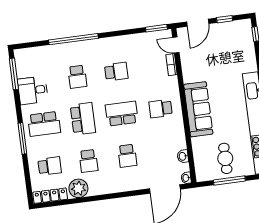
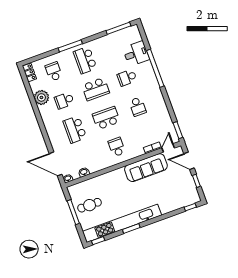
desk: (33, 90) -> (136, 54), moved, turned 90
sofa: (198, 109) -> (146, 168), moved
school desk: (122, 114) -> (106, 118), turned -90
school desk: (127, 156) -> (75, 129), width x1.85
school desk: (50, 166) -> (54, 72), turned 180
locker: (50, 196) -> (29, 72), width x0.66

